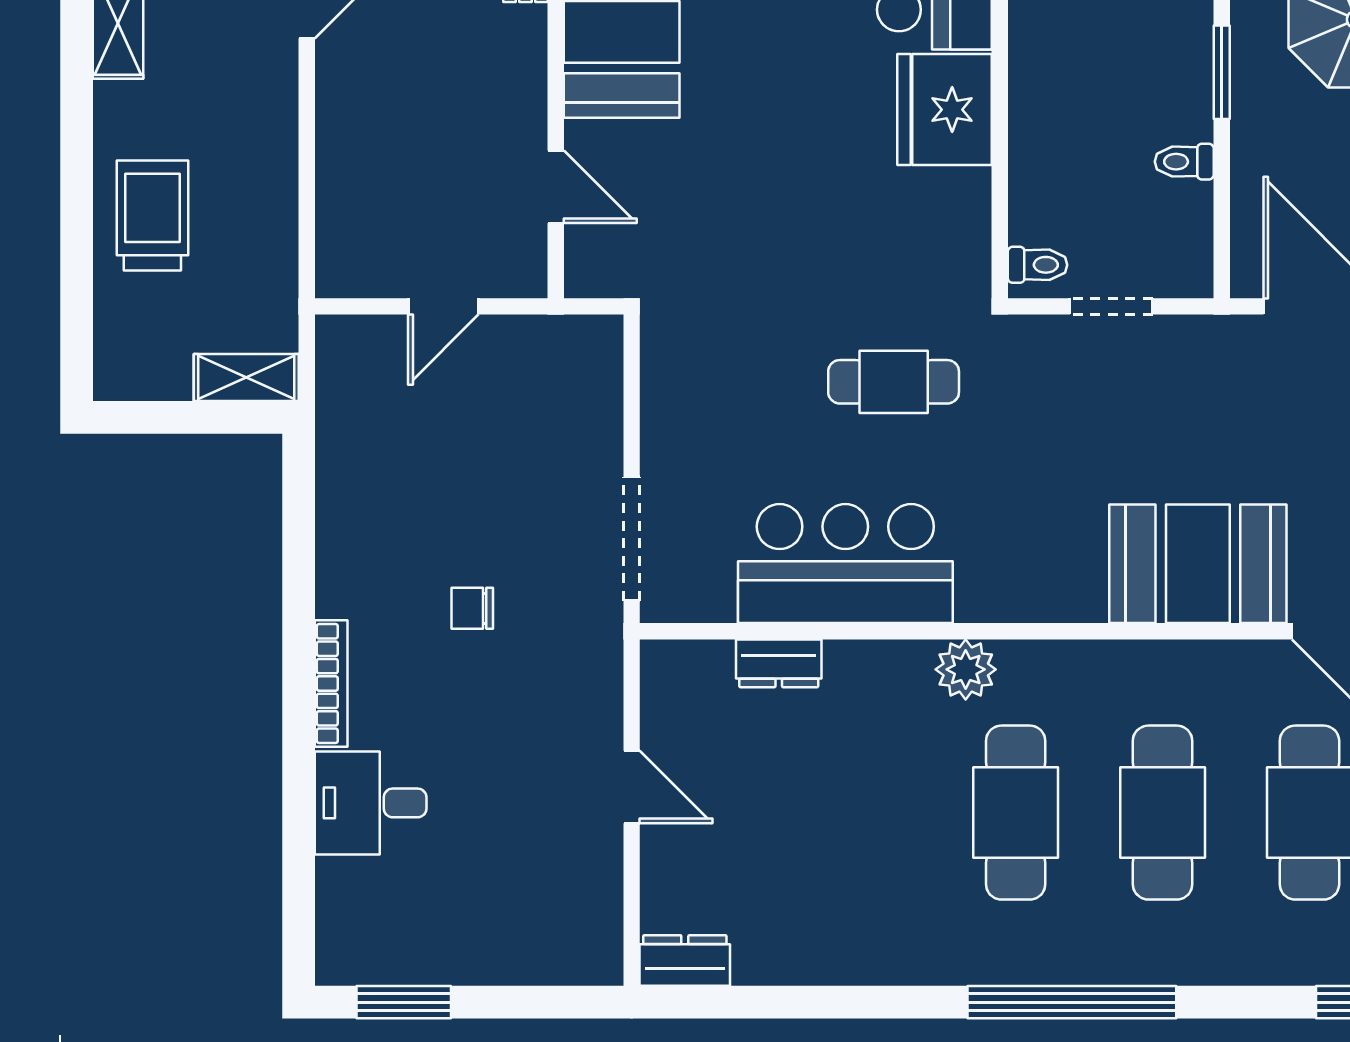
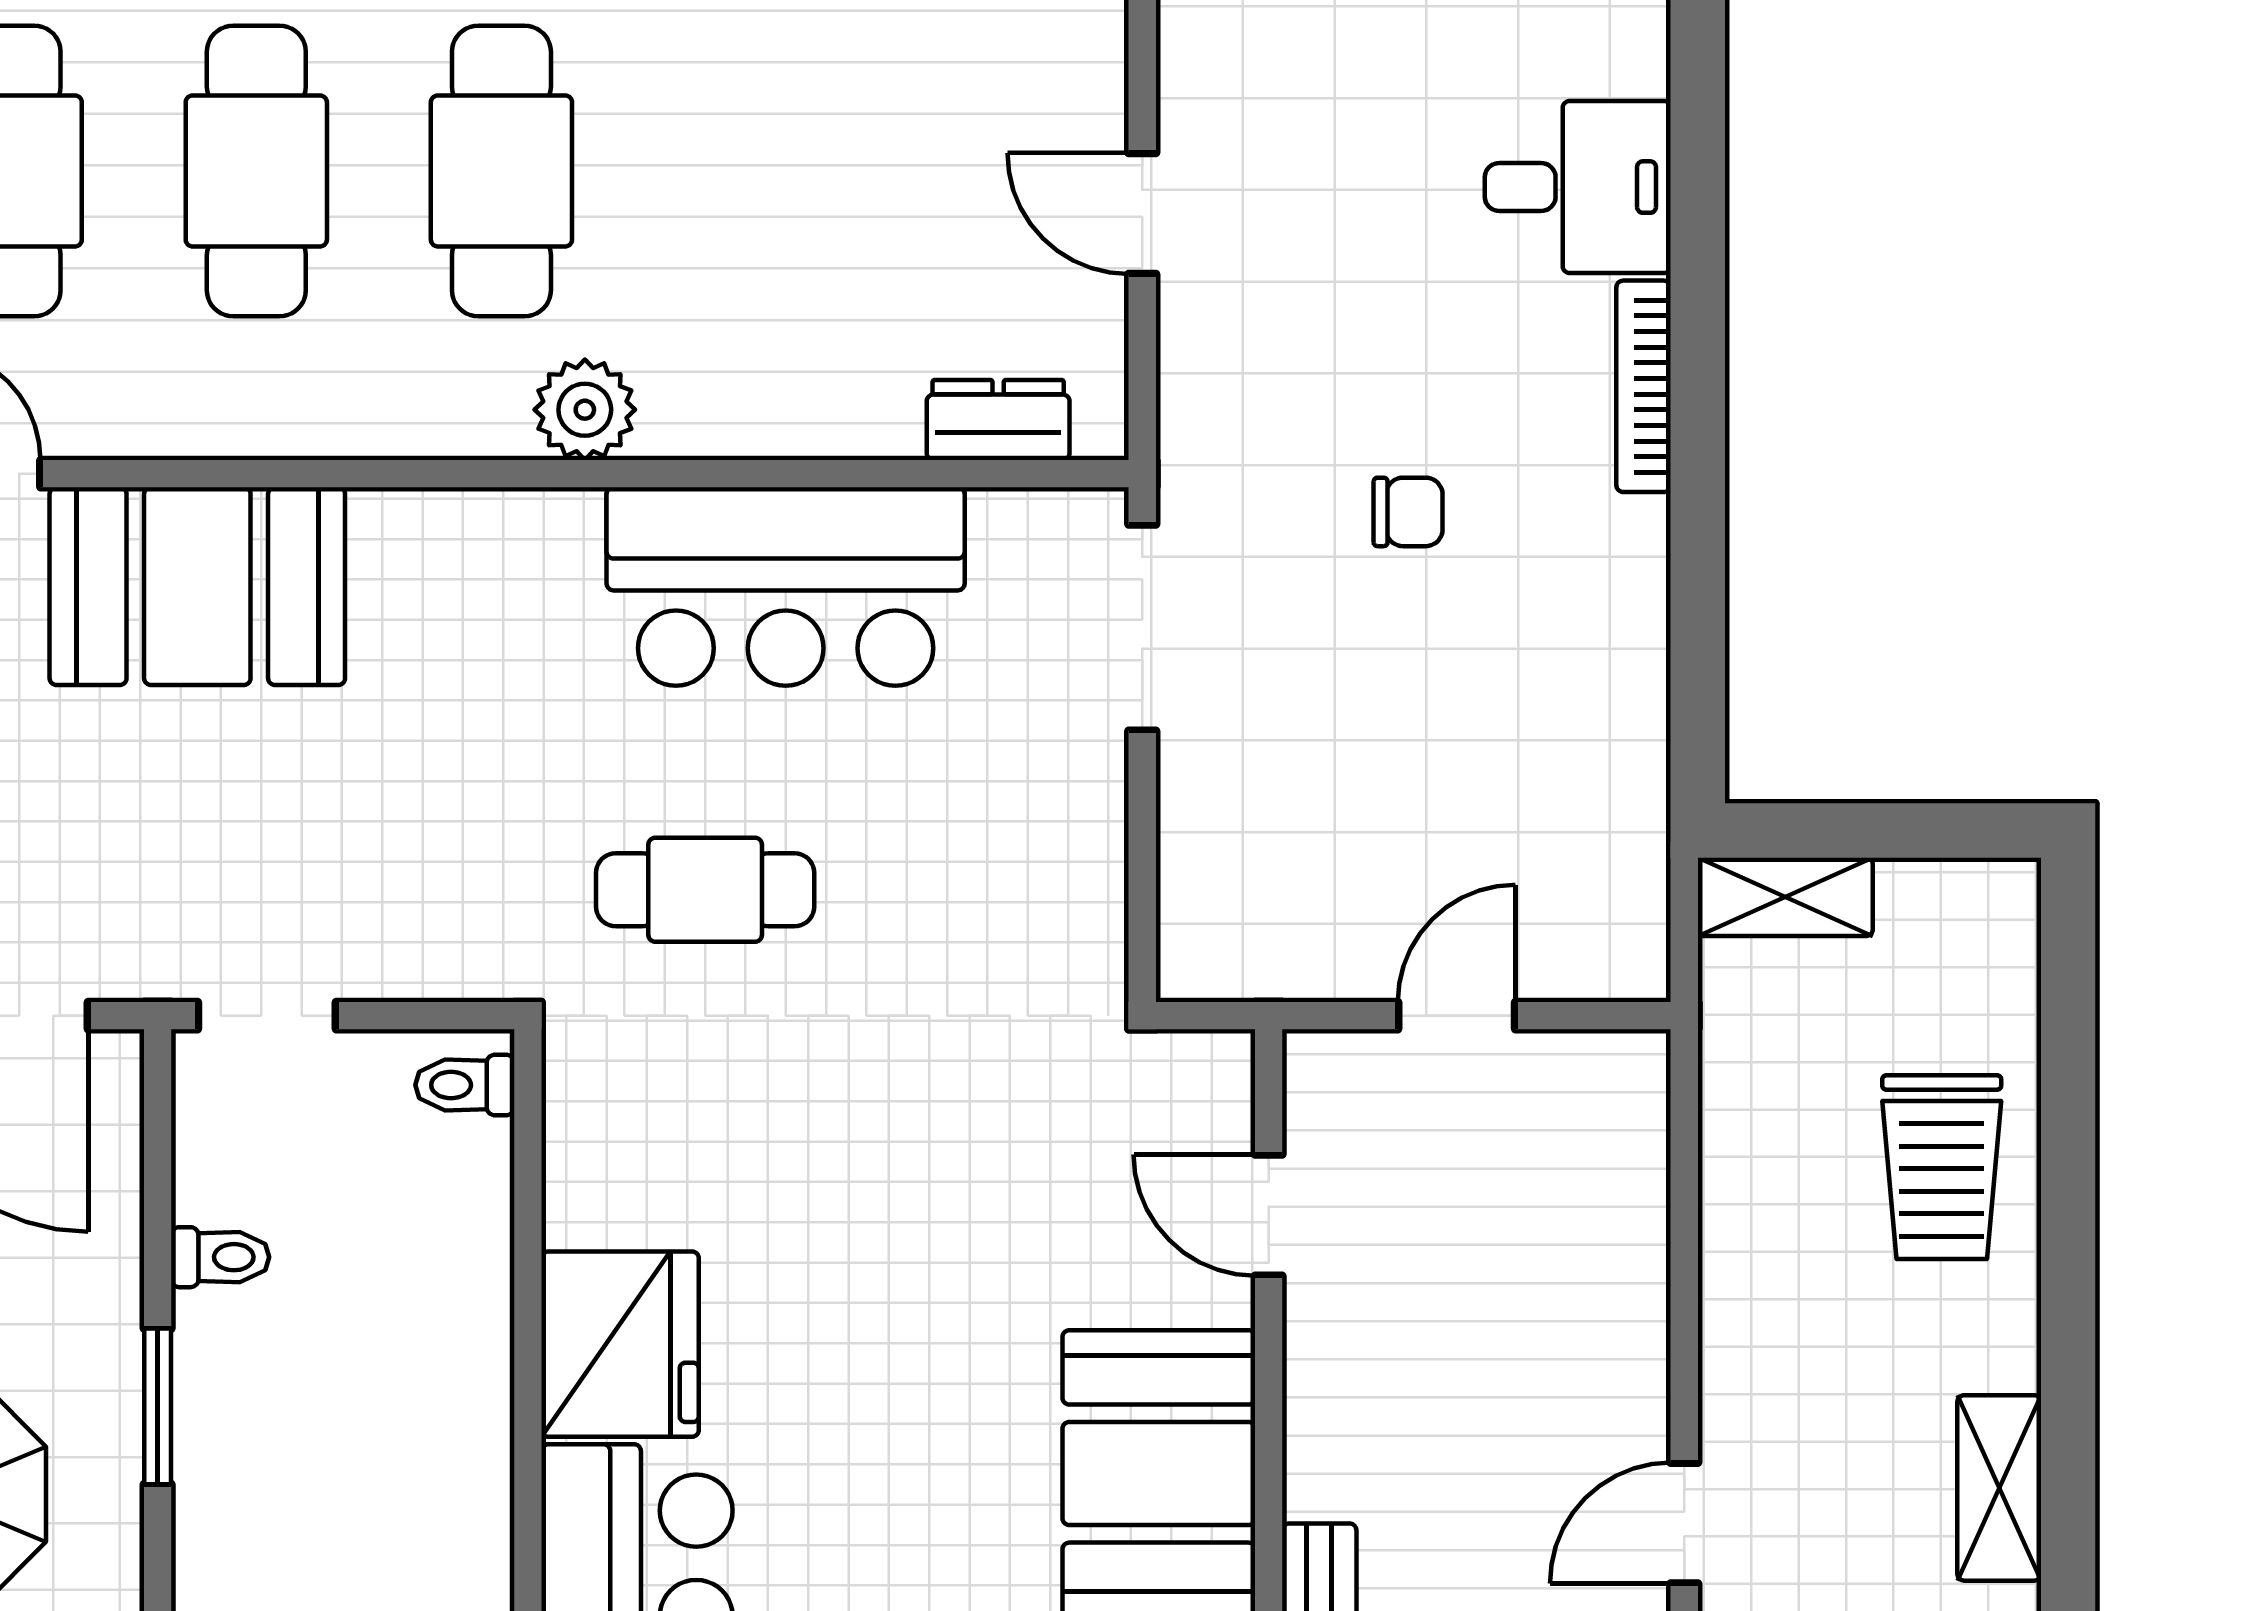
doorway: (1111, 306) -> (267, 1016), moved
dresser: (779, 663) -> (998, 420), moved

